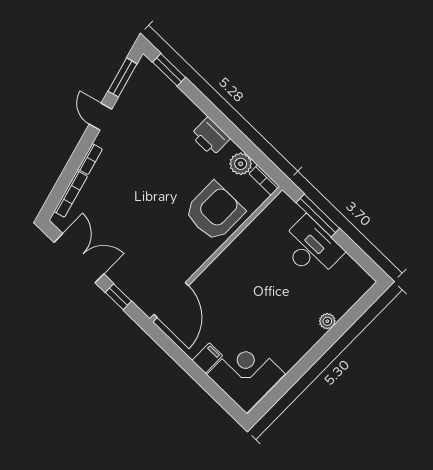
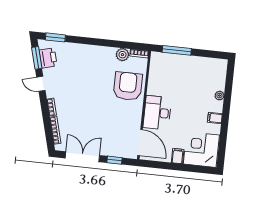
printer: (210, 137) -> (48, 58), moved, turned -105
desk: (311, 248) -> (157, 113), moved, turned -90
filing cabinet: (297, 346) -> (215, 118), added

